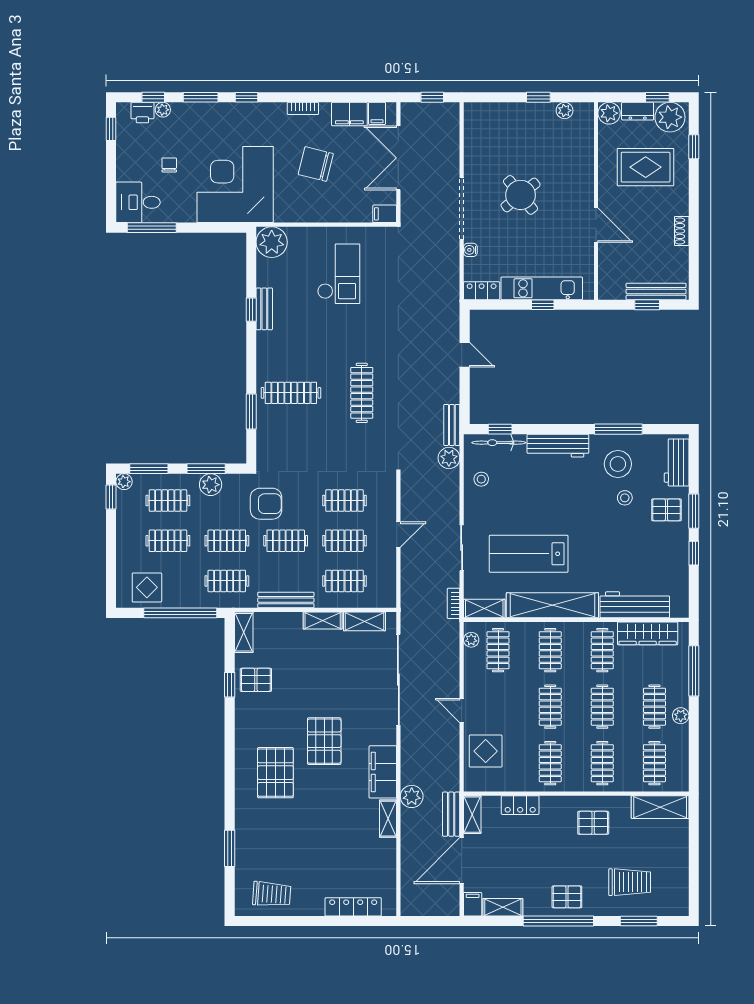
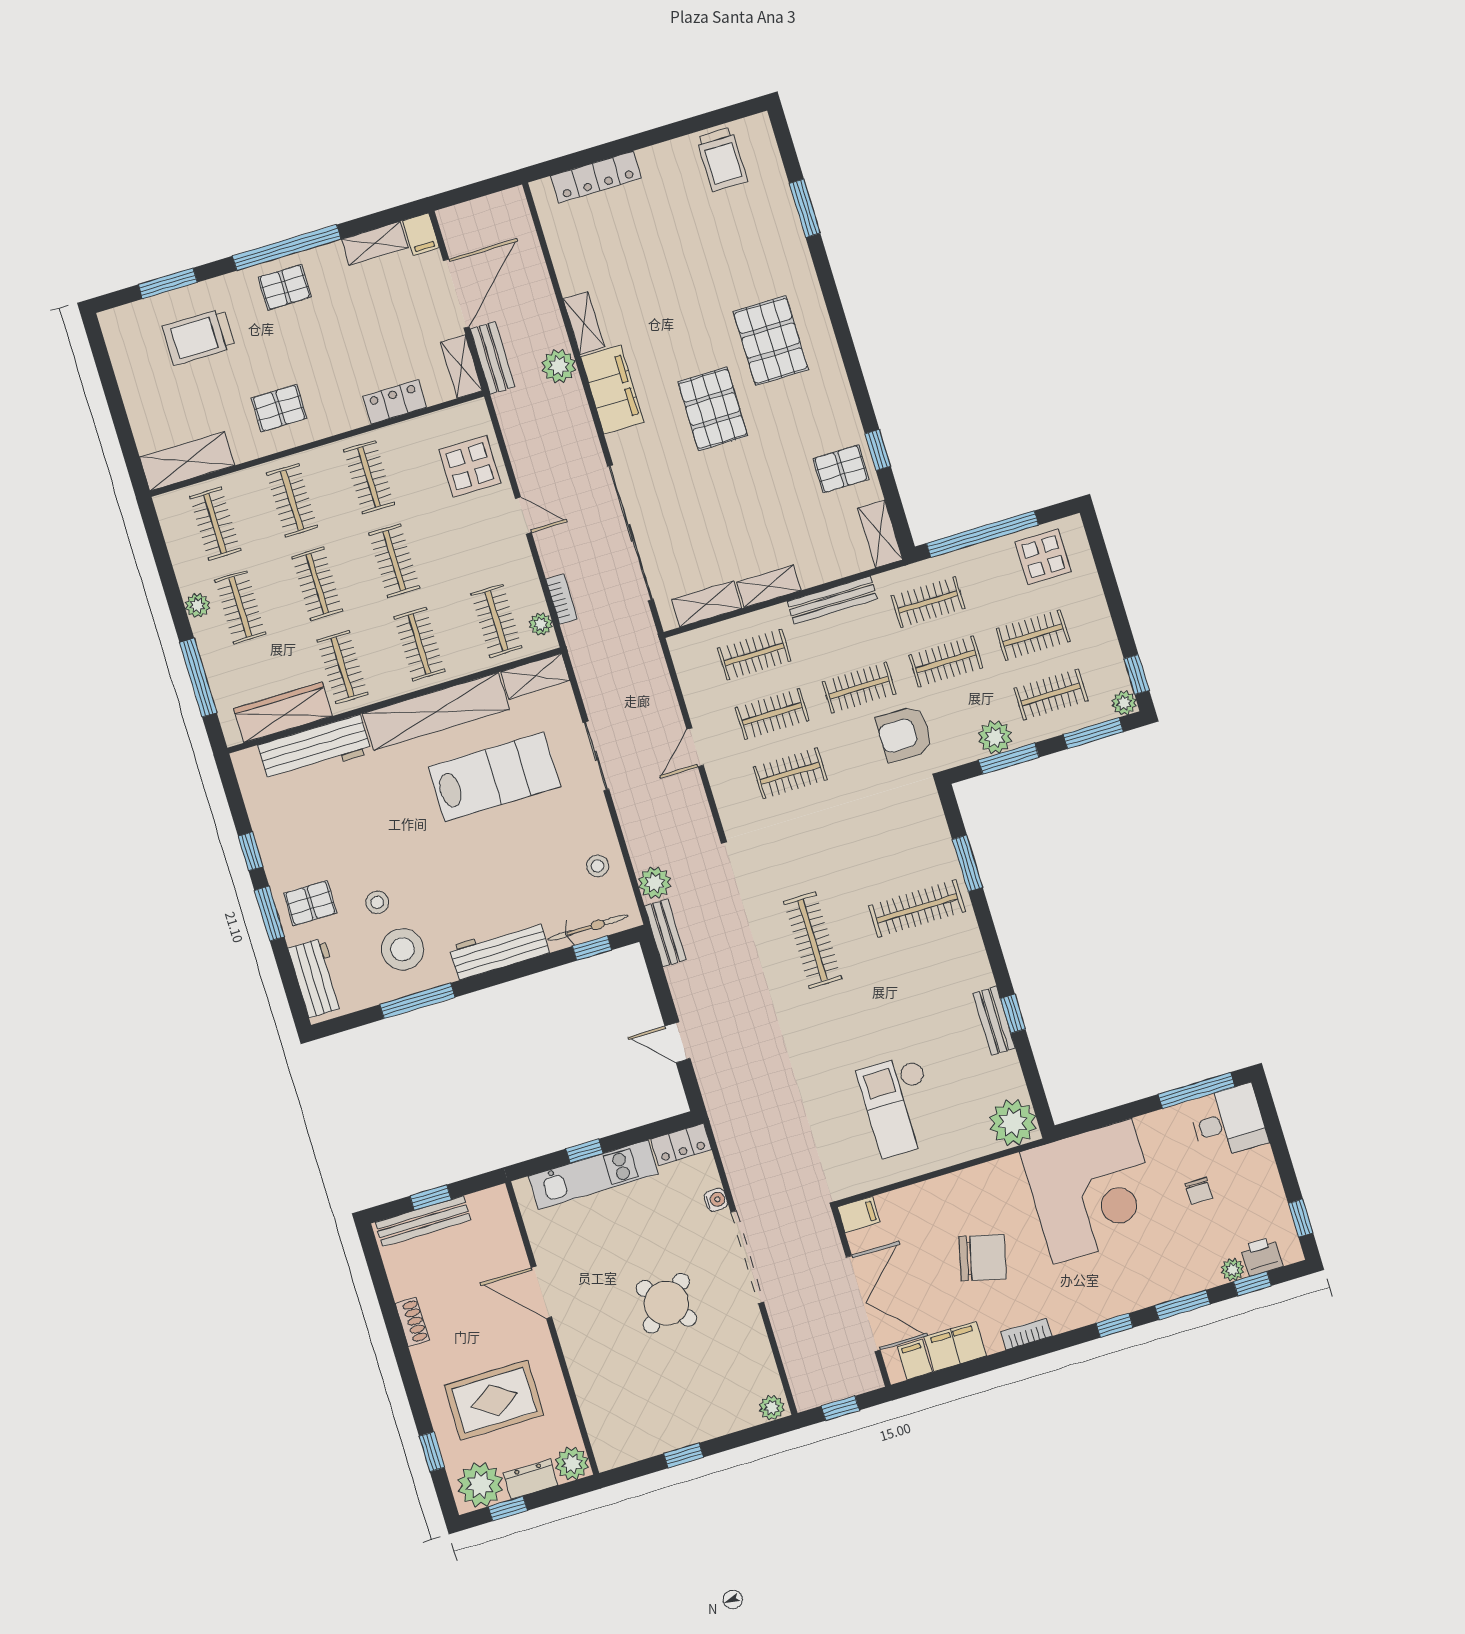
plant: (565, 110) -> (772, 1408), moved
bookcase: (454, 603) -> (562, 599), moved
trolley: (272, 894) -> (722, 159), turned -94

